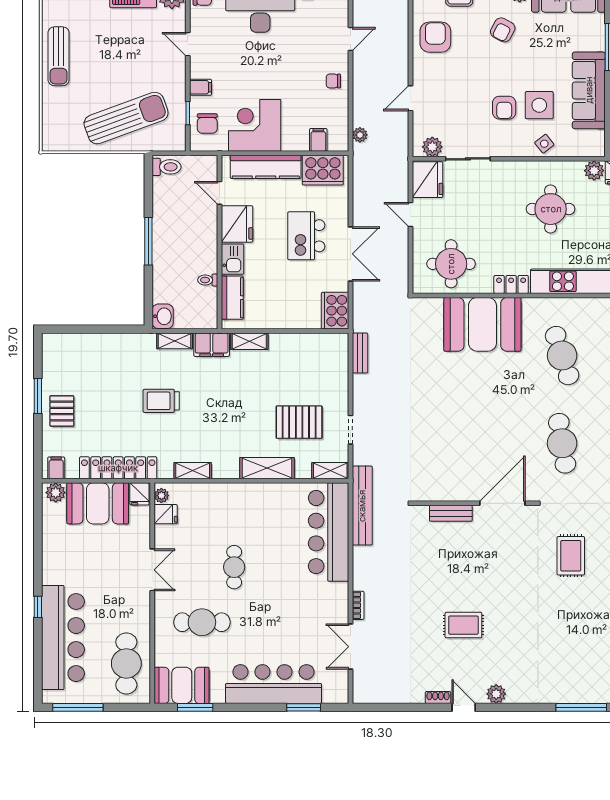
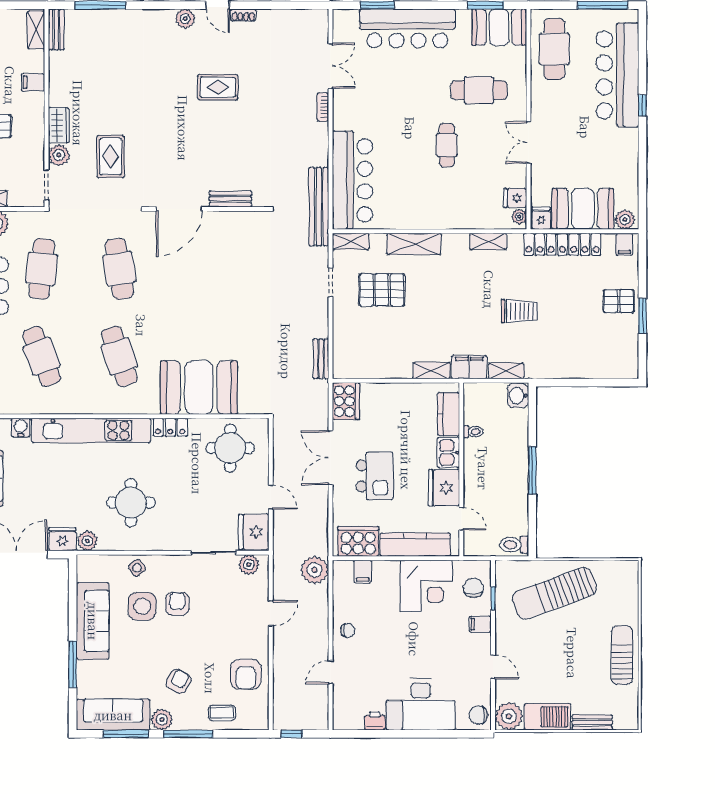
plant: (360, 135) -> (315, 570), width x1.88, depth x1.88
pallet: (62, 411) -> (619, 301), turned 90

